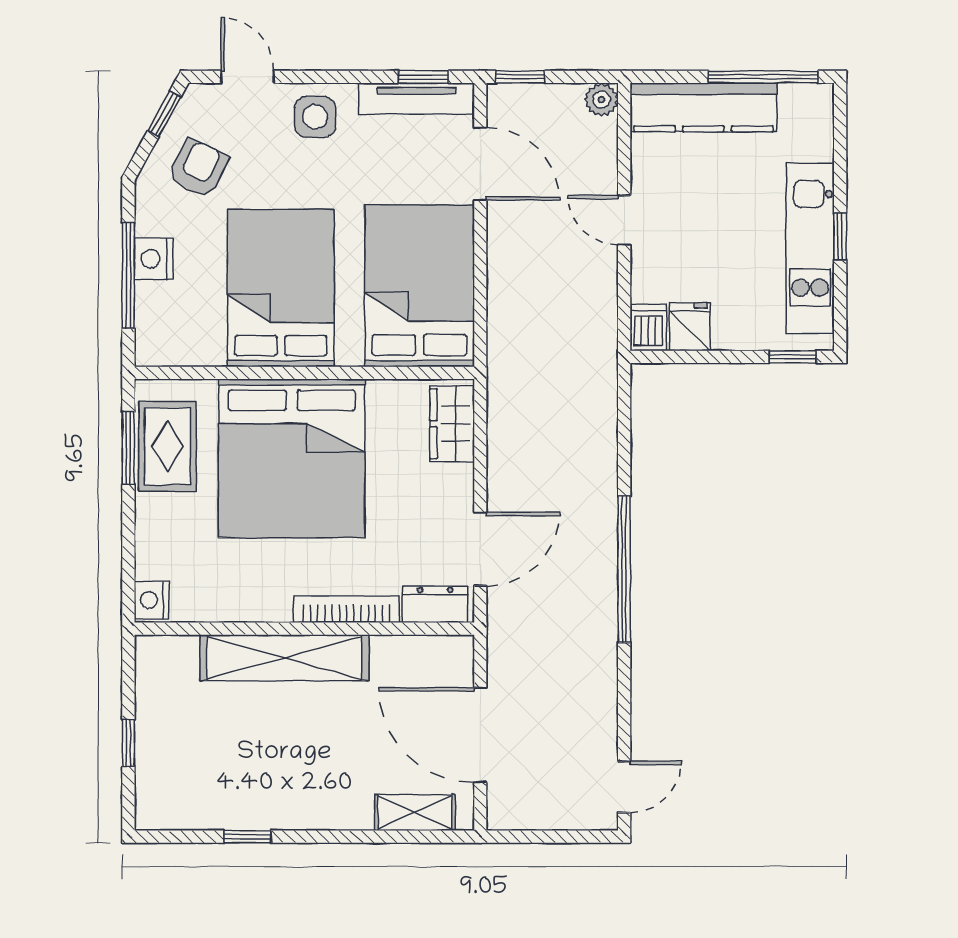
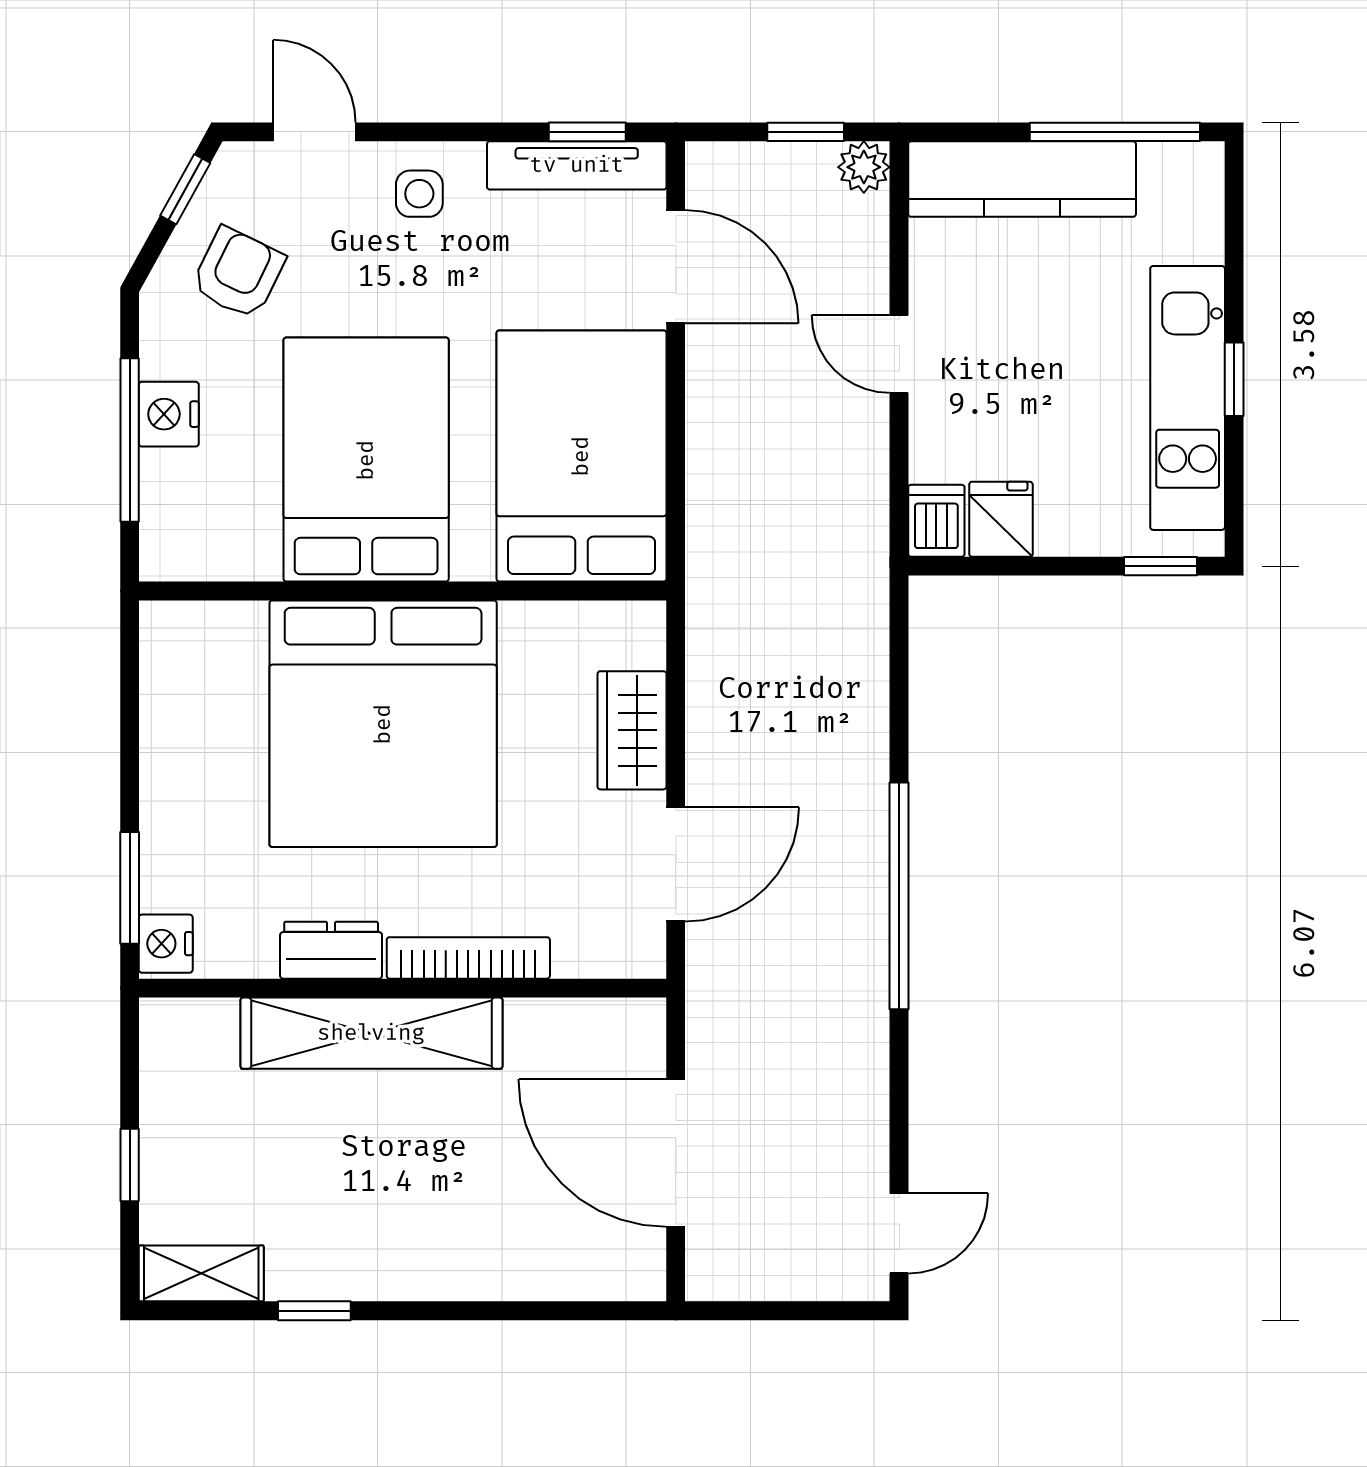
window: (520, 77) -> (806, 132), moved
side table: (315, 117) -> (419, 194), width x0.73, depth x0.73
wardrobe: (452, 424) -> (632, 730), moved
rug: (167, 446) -> (190, 705), removed
window: (128, 448) -> (130, 888), moved
dresser: (435, 604) -> (331, 950), moved
shelving: (415, 813) -> (201, 1273), moved

